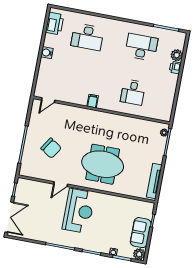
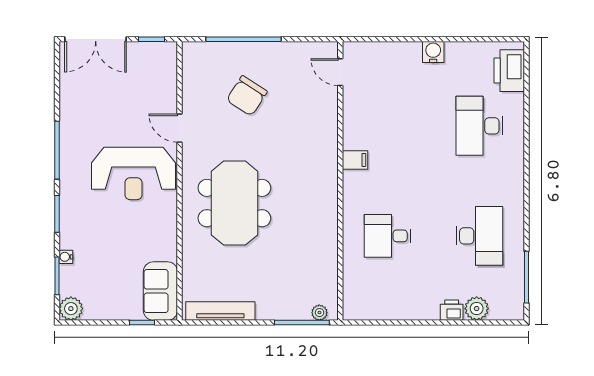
printer: (55, 24) -> (509, 71), moved, turned 90
sofa: (141, 233) -> (160, 291), moved, turned -90

